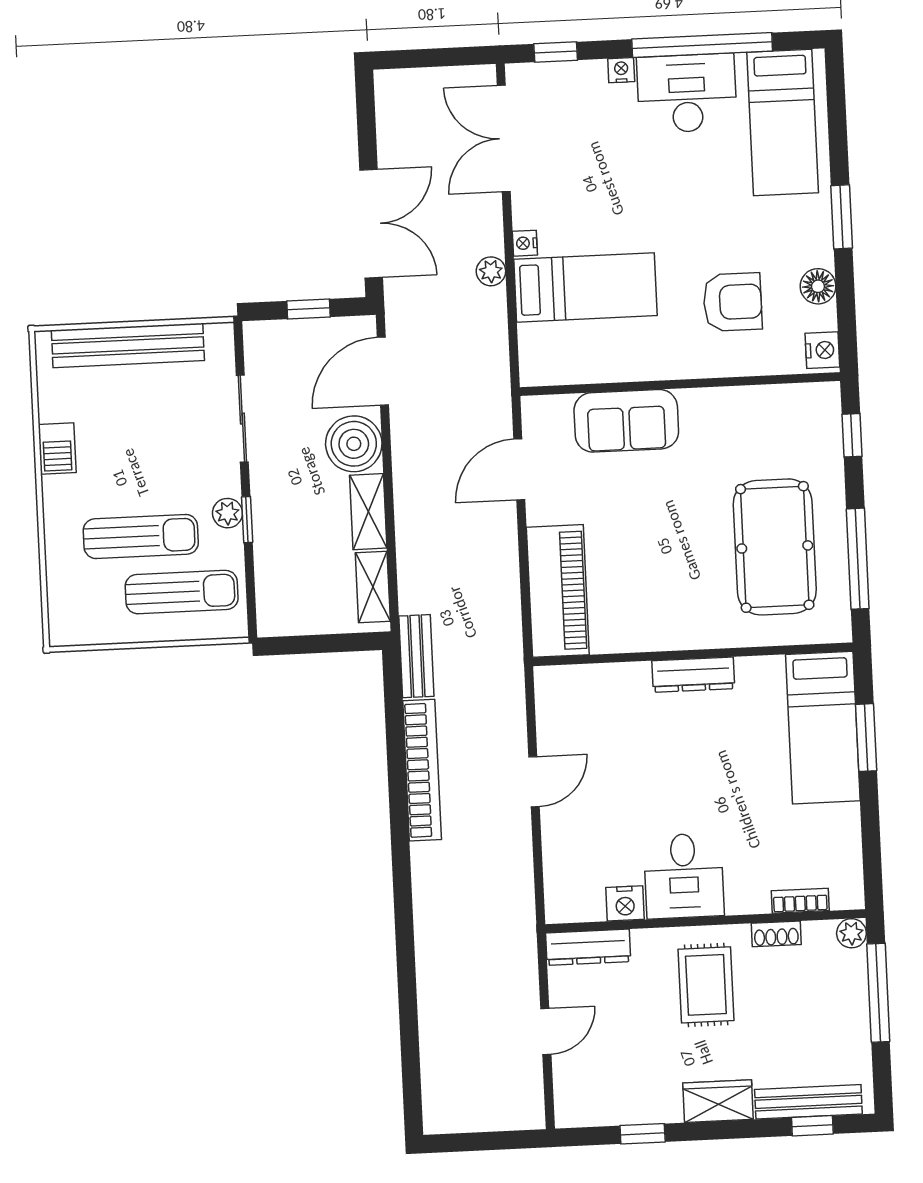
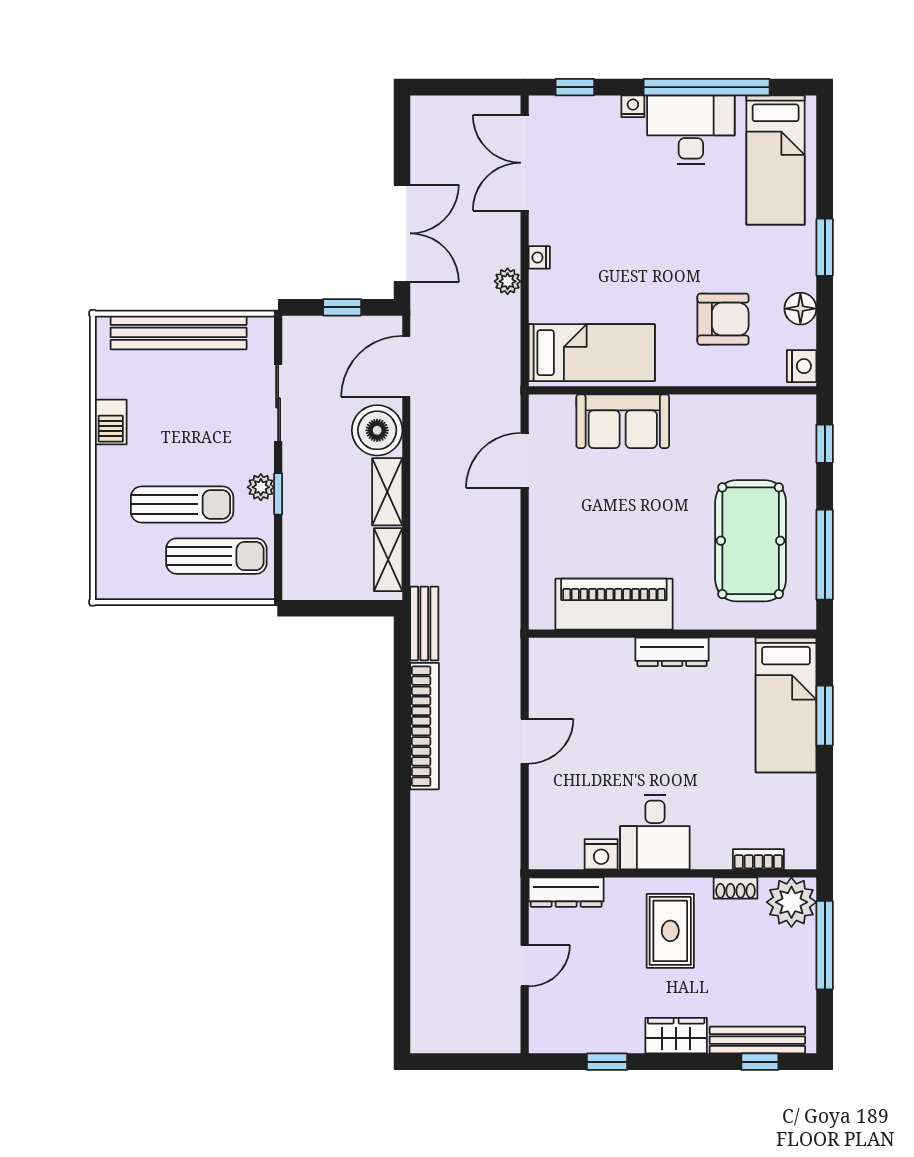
bed: (585, 287) -> (592, 353), moved
piano: (558, 591) -> (614, 604), moved, turned -90
plant: (851, 933) -> (791, 902), width x1.87, depth x1.87

